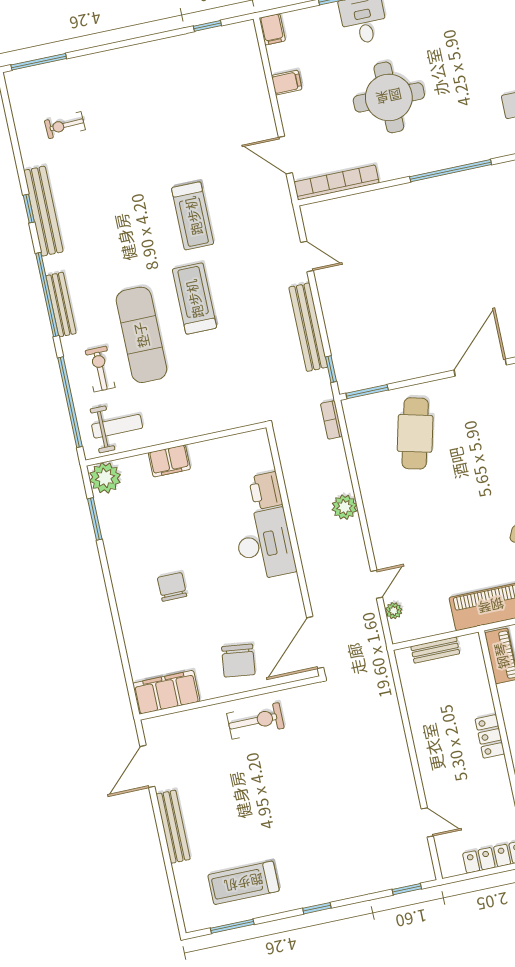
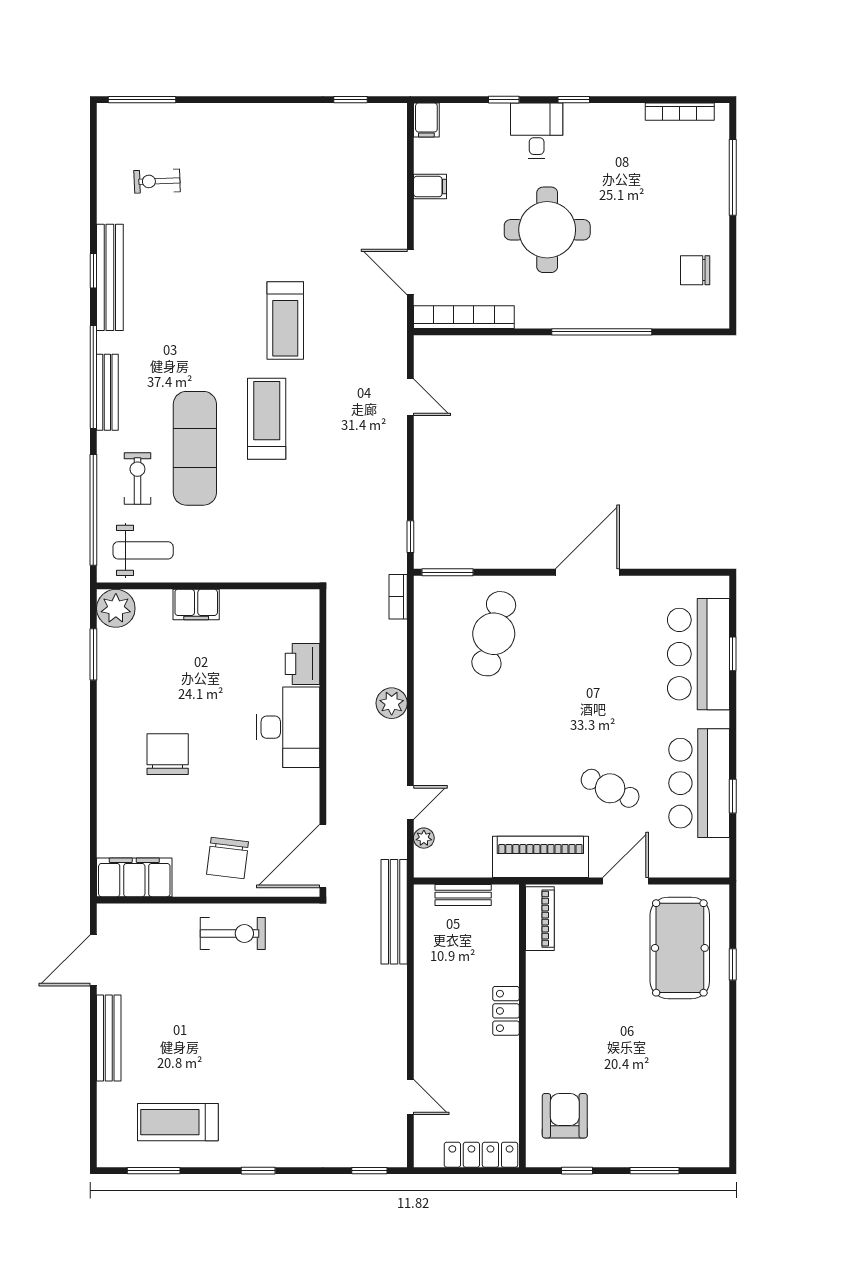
bench: (308, 327) -> (394, 912), moved
chair: (172, 587) -> (168, 754), width x1.37, depth x1.37

